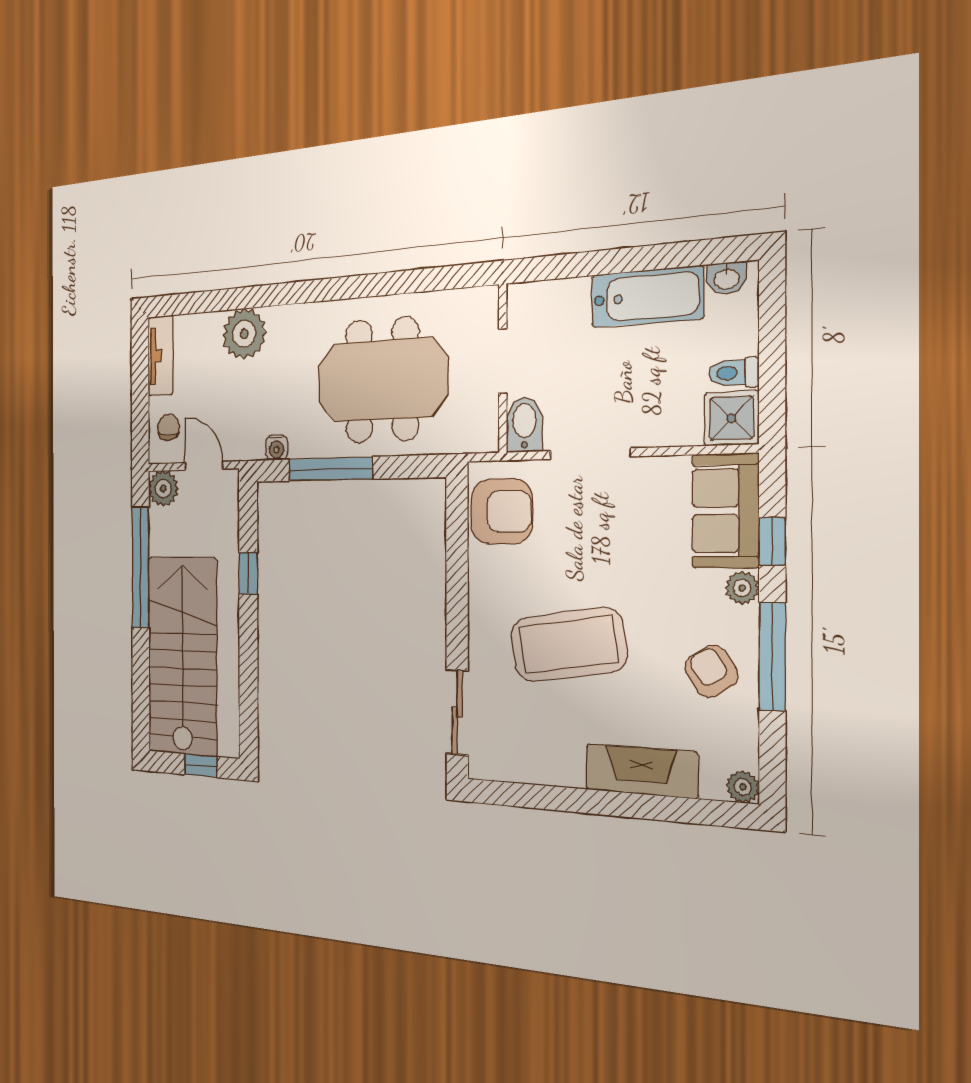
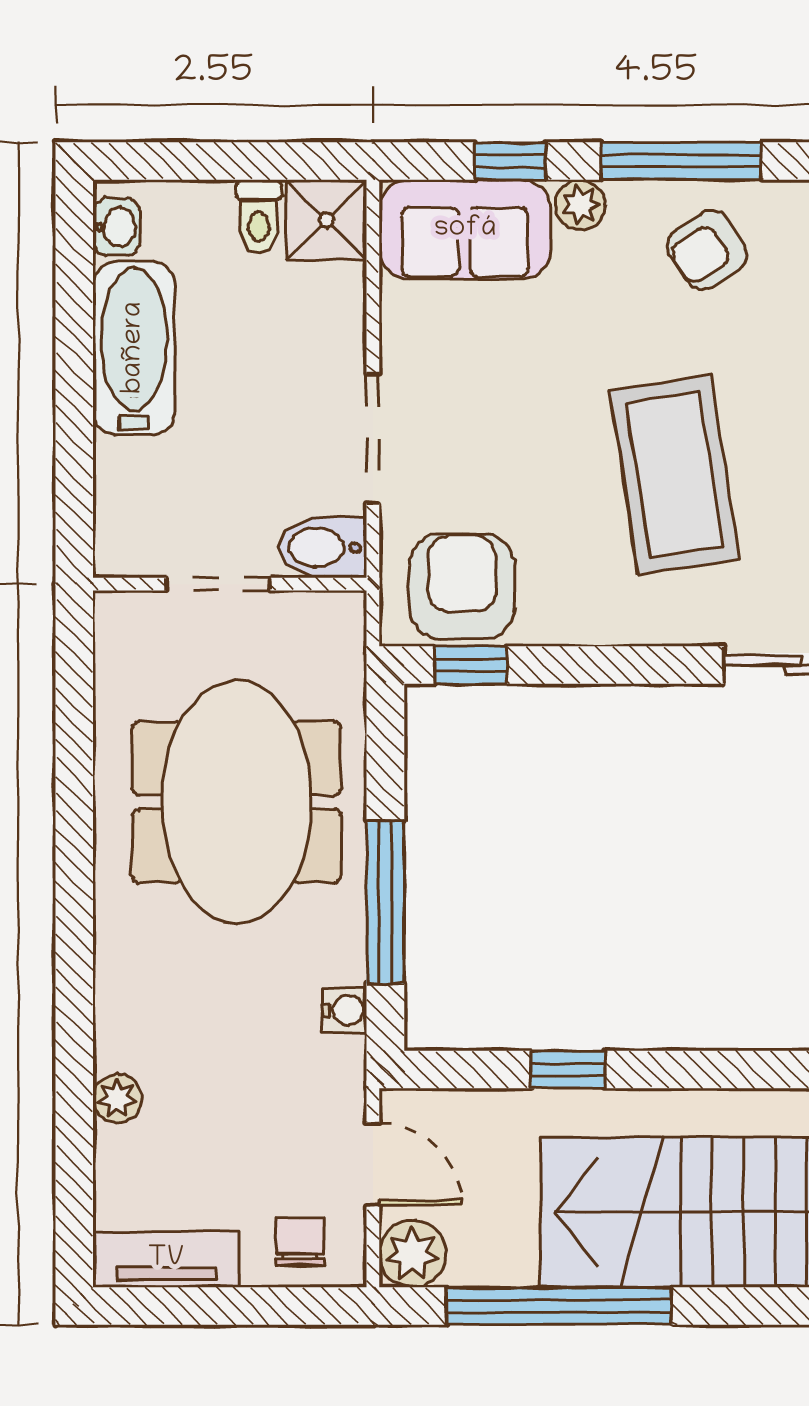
plant: (244, 334) -> (117, 1098), width x0.53, depth x0.53
chair: (168, 427) -> (300, 1242), turned 90
door: (204, 466) -> (373, 1164), swing flipped
window: (457, 517) -> (471, 665), added

